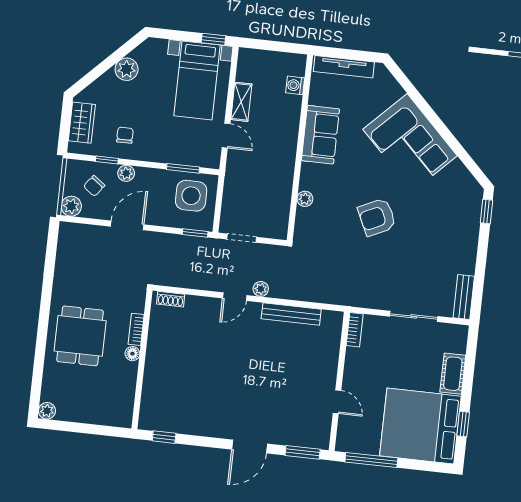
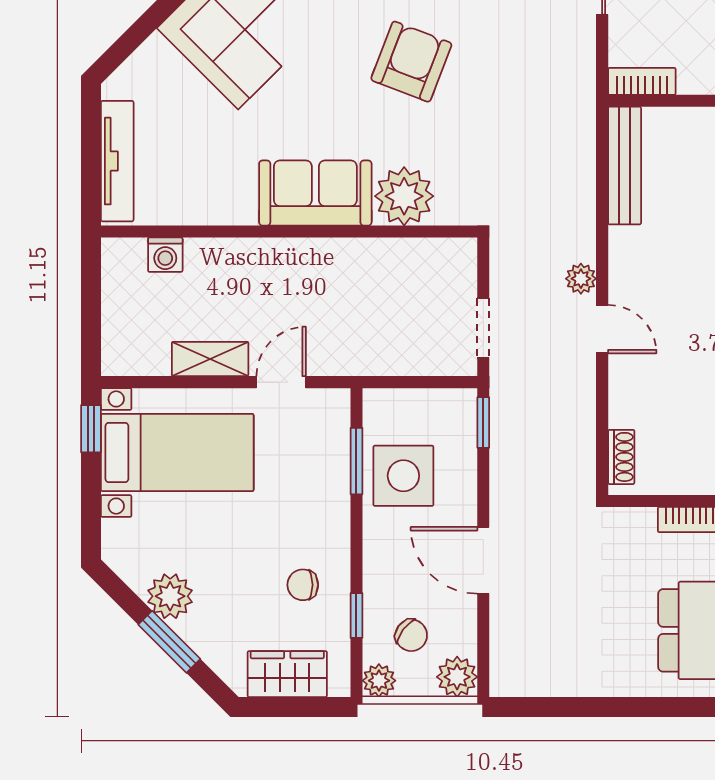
window: (104, 66) -> (169, 642), added
sofa: (320, 135) -> (315, 193), moved
plant: (126, 173) -> (379, 681), moved
side table: (191, 196) -> (403, 476), moved
plant: (305, 199) -> (404, 196), width x1.88, depth x1.88
armchair: (377, 217) -> (411, 62), turned -134
bench: (291, 314) -> (625, 166), moved

